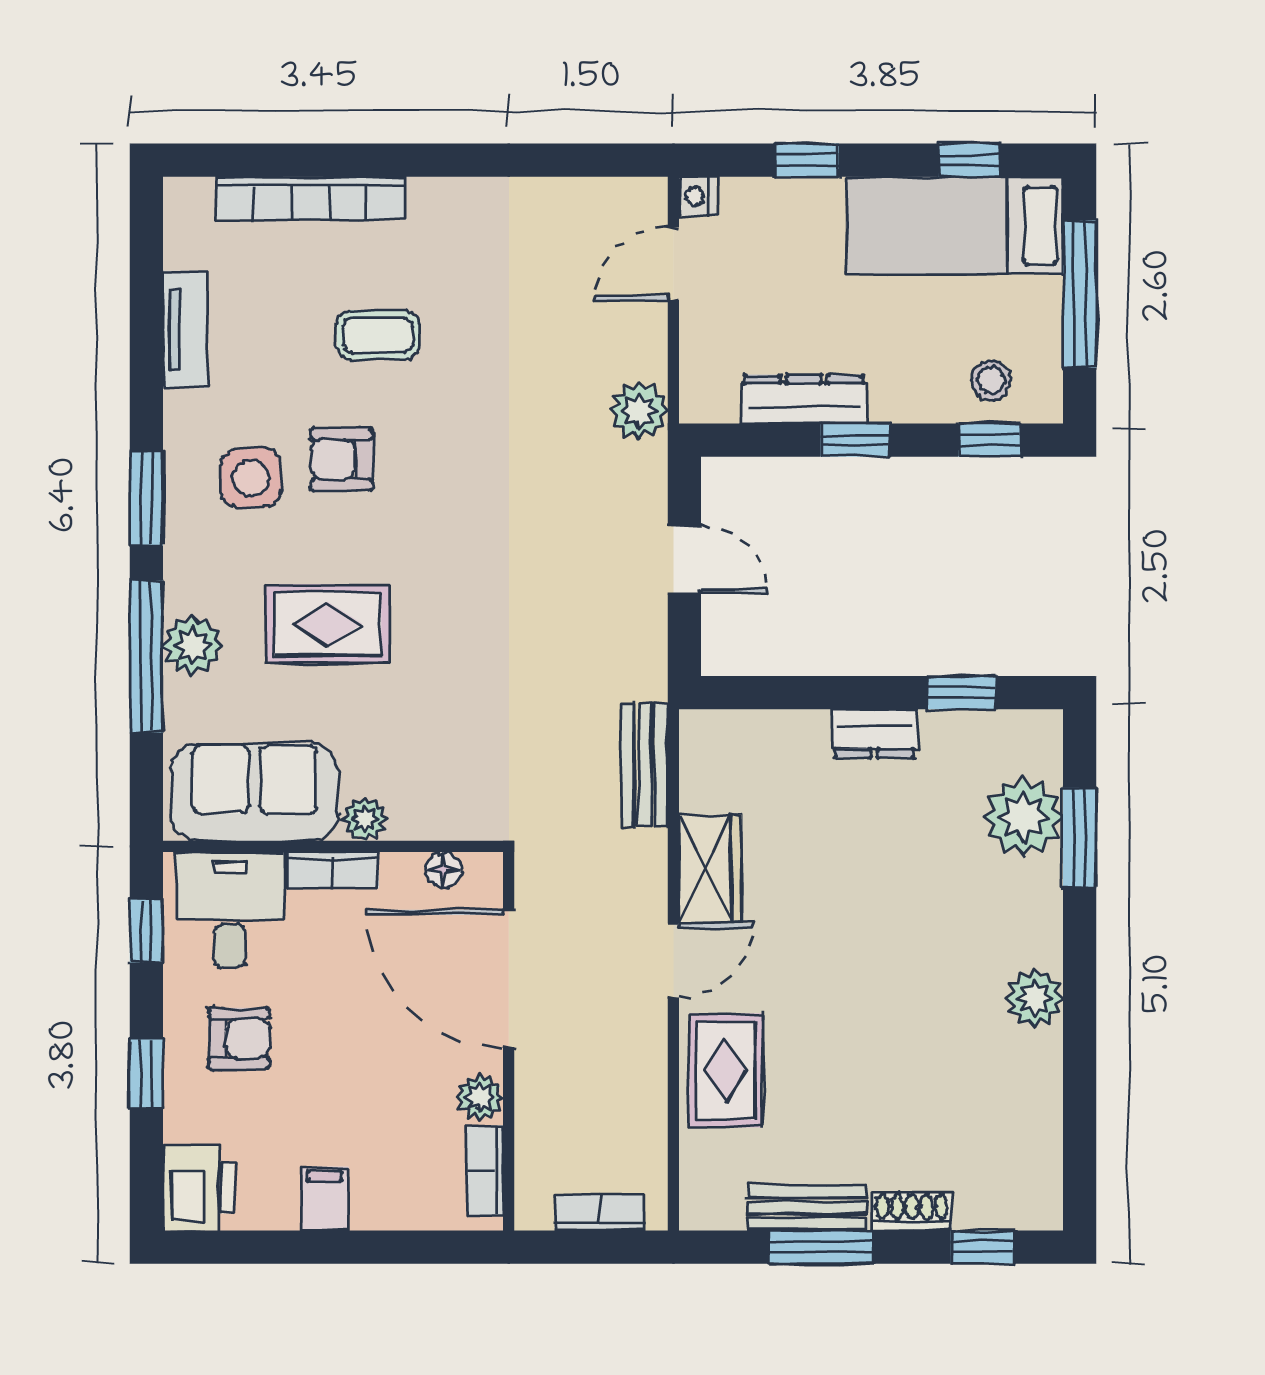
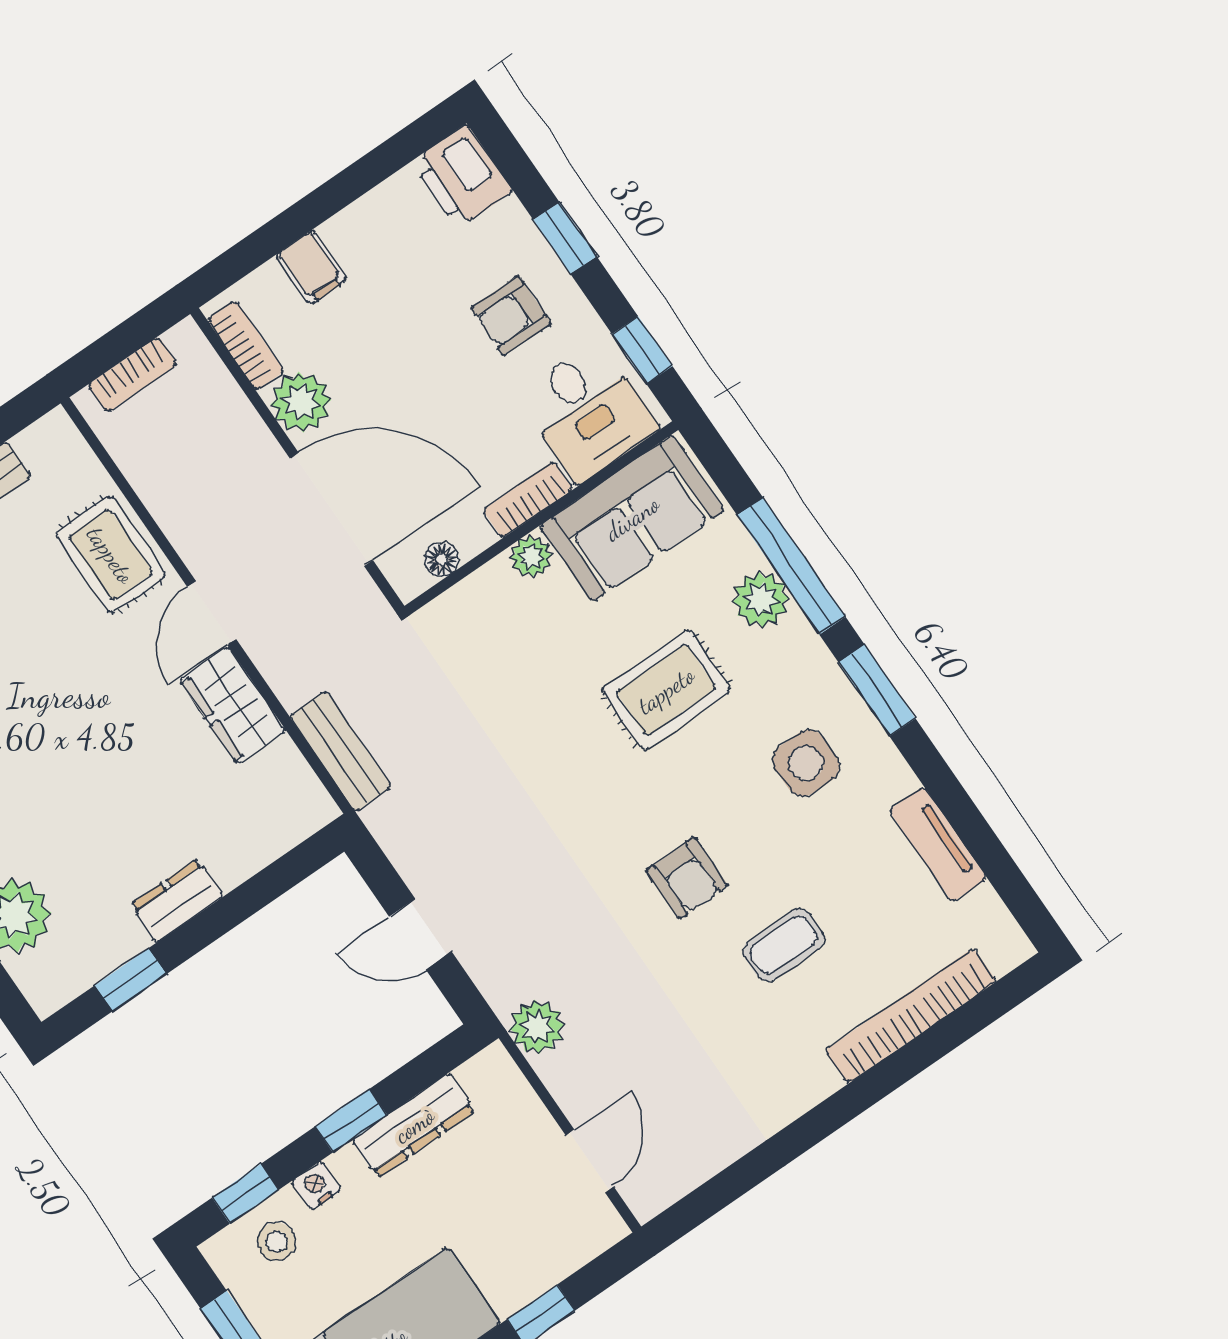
nightstand: (697, 196) -> (316, 1186), moved, turned -90
armchair: (342, 459) -> (687, 878), moved, turned 90
plant: (480, 1098) -> (301, 402), width x1.38, depth x1.38
filing cabinet: (324, 1199) -> (311, 267), moved

